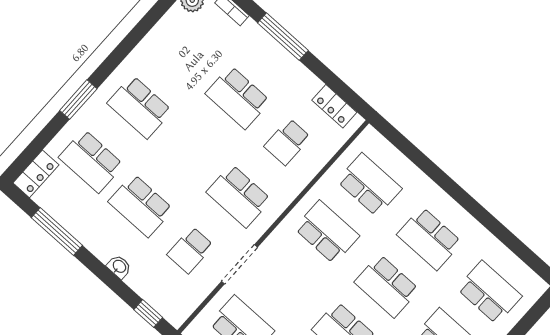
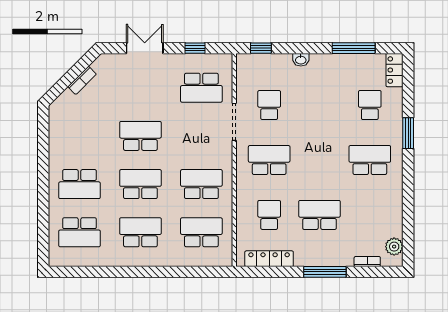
locker: (334, 106) -> (269, 259), width x1.53
school desk: (91, 161) -> (370, 105), width x0.54
school desk: (369, 185) -> (201, 232), turned 180
school desk: (141, 206) -> (319, 105), removed
school desk: (327, 232) -> (201, 184), turned 180

